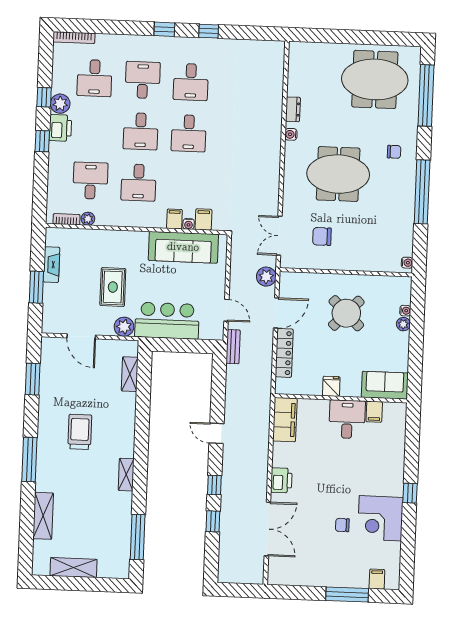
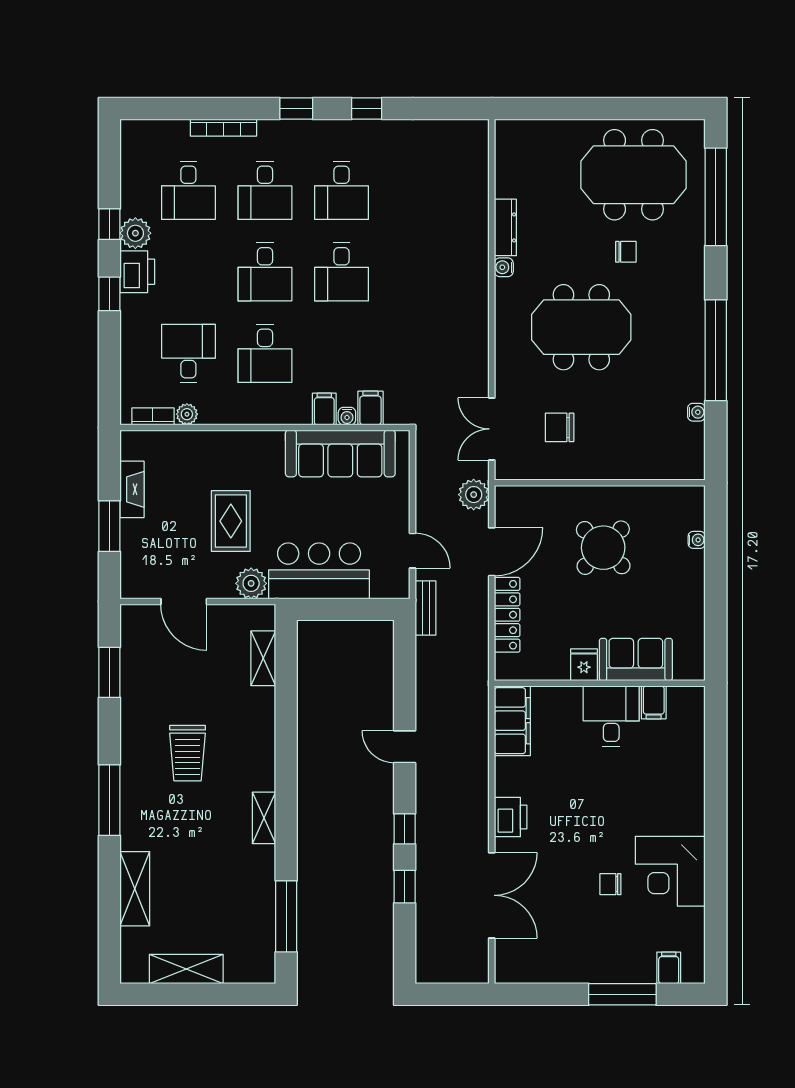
bookcase: (74, 38) -> (223, 128), moved
desk: (143, 80) -> (265, 190), turned 180
dresser: (293, 109) -> (505, 227), width x1.44
chair: (394, 152) -> (626, 252), moved
water cooler: (407, 263) -> (696, 412), moved
plant: (403, 324) -> (694, 561), removed
sofa: (385, 385) -> (636, 660), moved
trolley: (80, 432) -> (188, 753), turned 180
window: (410, 493) -> (716, 829), removed

